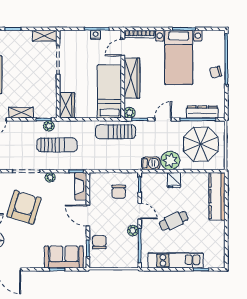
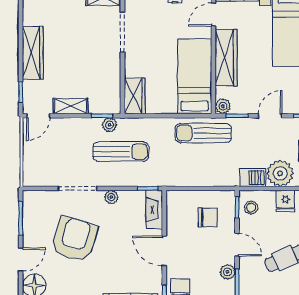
stool: (150, 185) -> (251, 208), added
chair: (119, 192) -> (208, 217), turned -90

